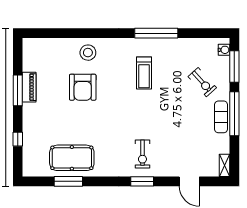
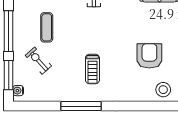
stool: (88, 53) -> (163, 90), moved
treadmill: (144, 73) -> (92, 69), turned 180
exercise mat: (221, 117) -> (47, 27), moved

